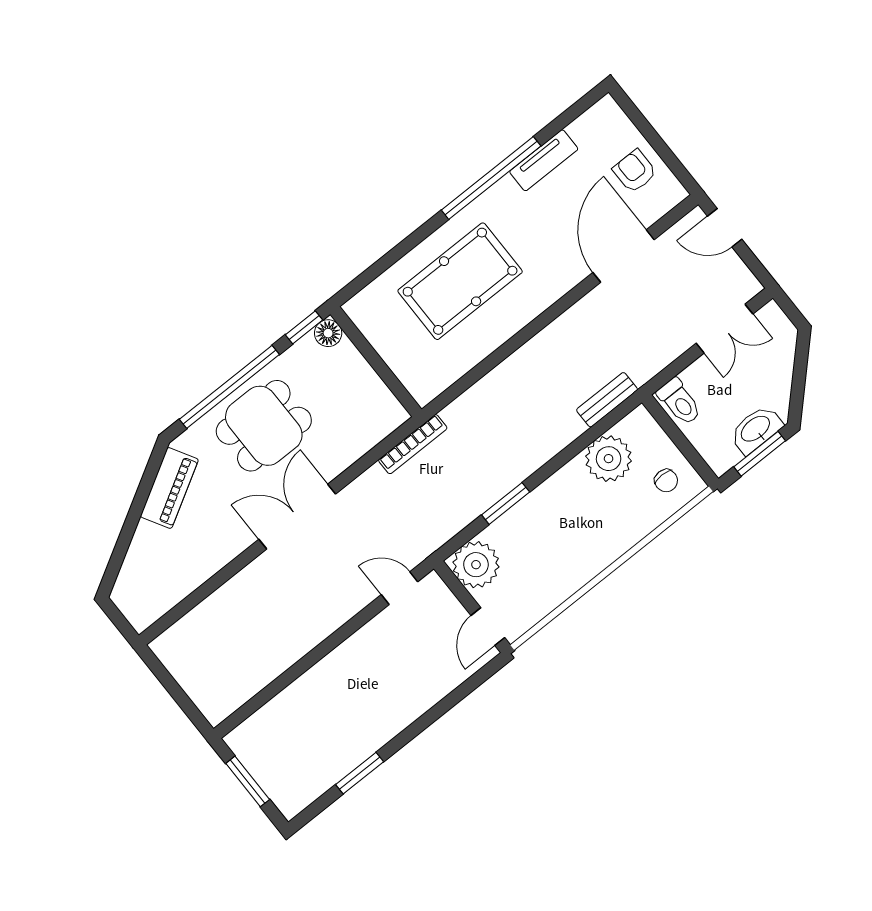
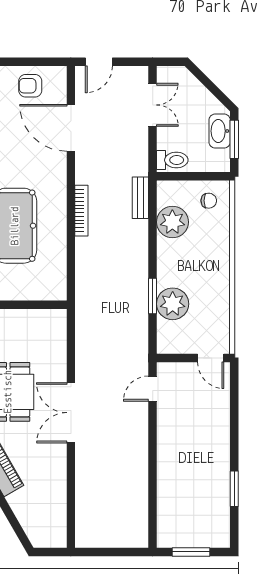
bookcase: (413, 444) -> (81, 211), moved
plant: (476, 565) -> (173, 304), moved

